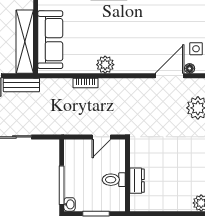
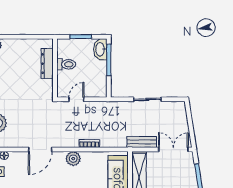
door: (170, 76) -> (40, 149), moved
dresser: (137, 181) -> (47, 64), width x1.44
washbasin: (70, 204) -> (100, 49), width x1.91, depth x1.45

